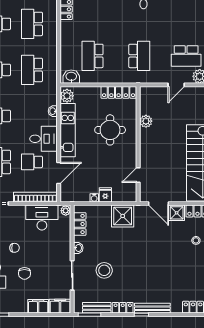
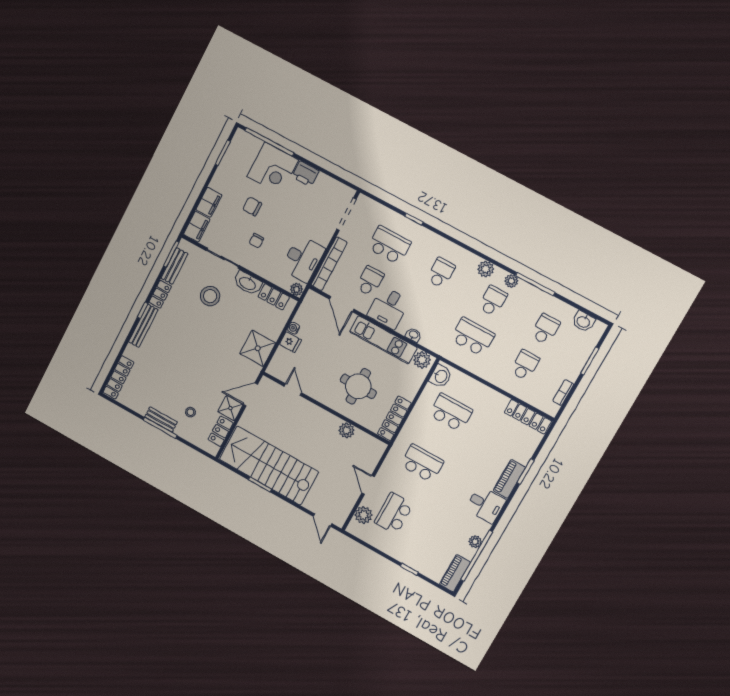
school desk: (32, 24) -> (525, 365), width x0.54
school desk: (139, 56) -> (422, 463), turned 180
chair: (15, 248) -> (256, 241), moved
washbasin: (78, 248) -> (248, 283), width x1.91, depth x1.45

